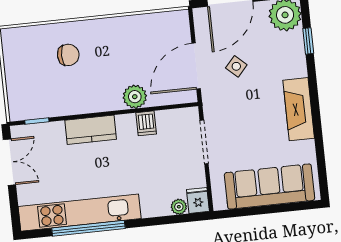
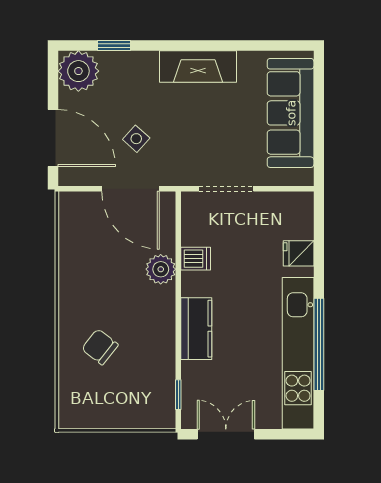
chair: (68, 55) -> (100, 347), turned -52
fridge: (198, 200) -> (299, 253), moved
plant: (179, 207) -> (304, 229), removed

